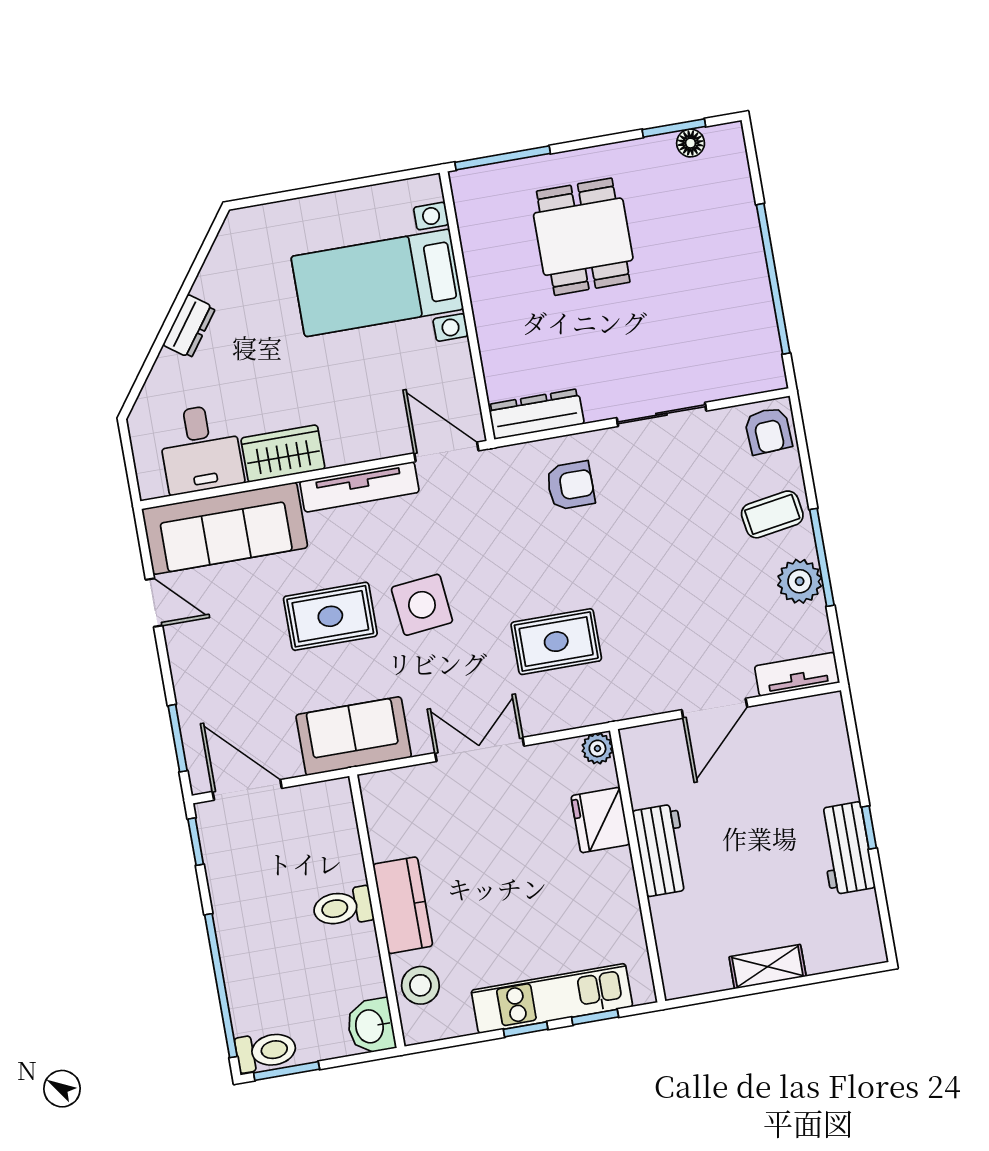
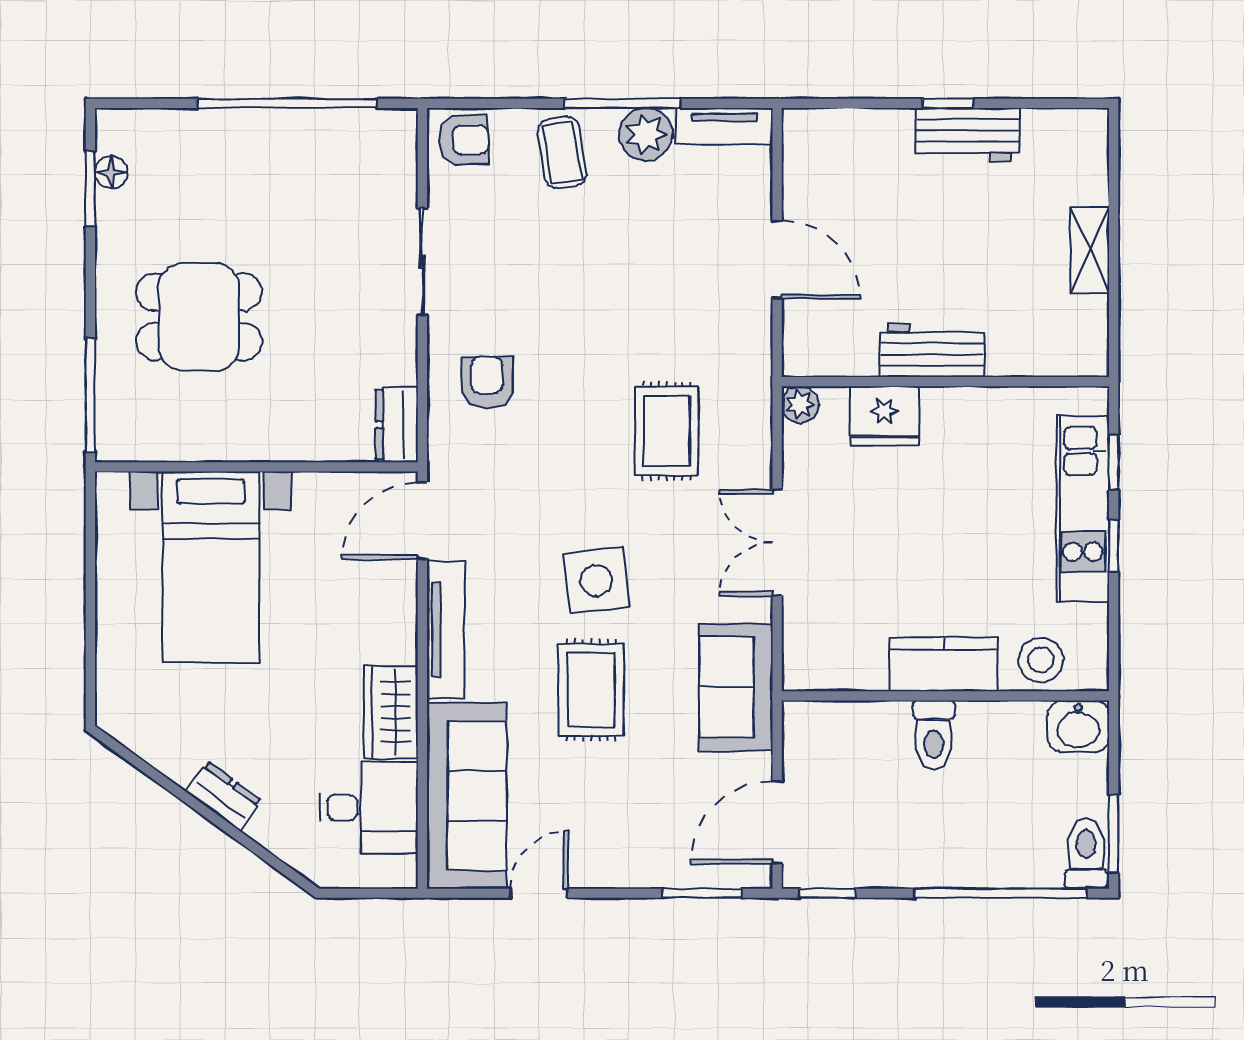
dresser: (536, 414) -> (397, 425), width x0.70
tv unit: (797, 674) -> (724, 126), moved, turned -90

